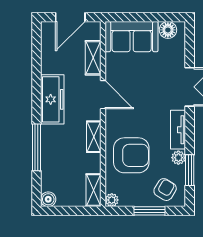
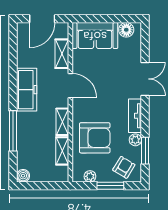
shelving: (94, 190) -> (62, 151), moved
plant: (112, 200) -> (90, 176), moved

